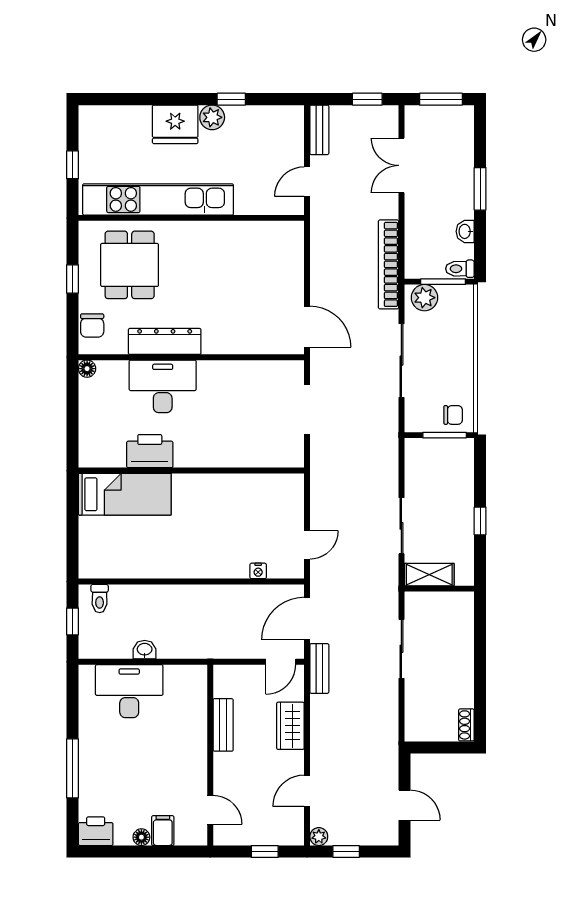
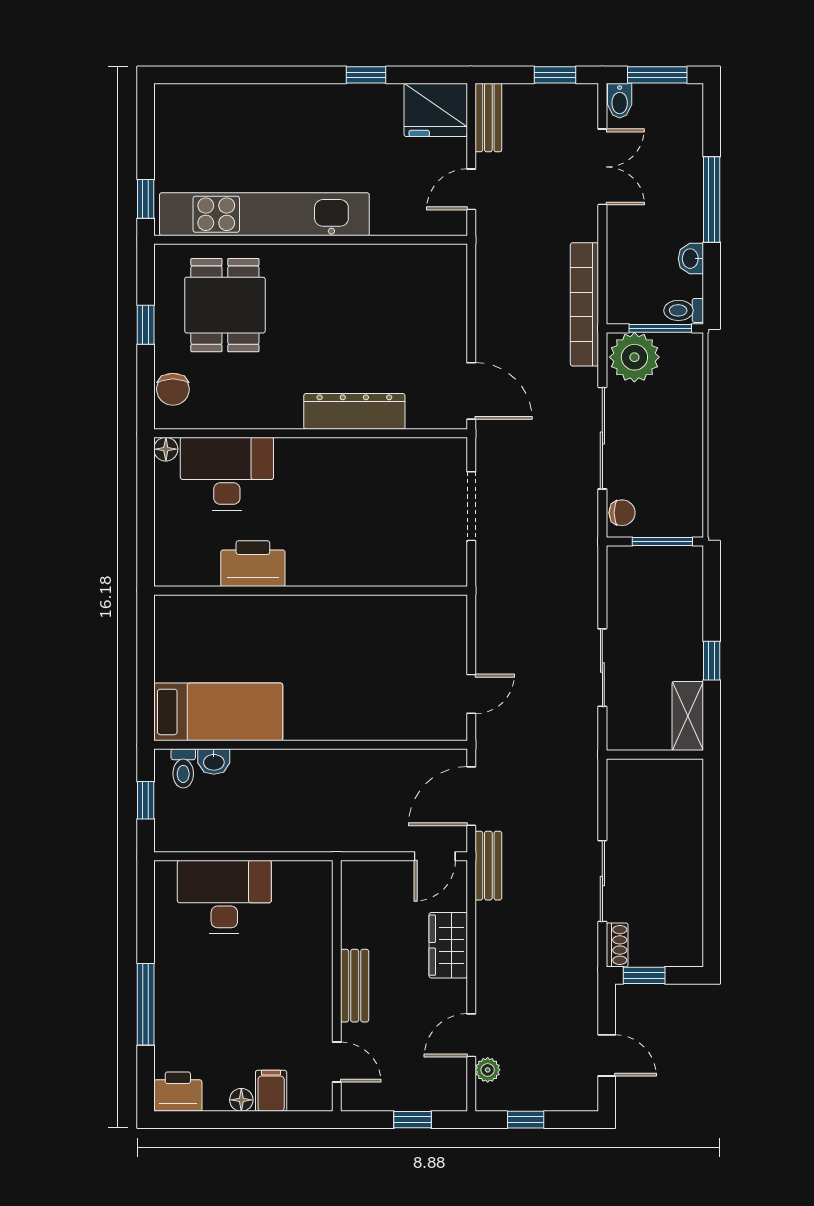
plant: (212, 117) -> (340, 100), removed
bidet: (414, 118) -> (620, 101), added
fridge: (175, 124) -> (436, 110), moved
window: (73, 165) -> (146, 199), moved
double door: (401, 165) -> (602, 167), swing flipped
window: (480, 189) -> (712, 199), width x1.44
plant: (424, 298) -> (634, 357), width x1.36, depth x1.36
dresser: (165, 341) -> (354, 411), moved
desk: (163, 386) -> (227, 474), moved
chair: (453, 415) -> (622, 513), moved
bed: (125, 494) -> (218, 712), moved
nightstand: (258, 571) -> (403, 730), removed
shelving: (429, 575) -> (688, 716), moved, turned 90
sliding door: (401, 649) -> (602, 881), moved
washbasin: (145, 650) -> (214, 762), moved, turned 180
bench: (223, 725) -> (355, 986), moved
shoe rack: (466, 725) -> (617, 945), moved, turned 180
window: (431, 748) -> (644, 975), added
plant: (319, 837) -> (488, 1070), moved

